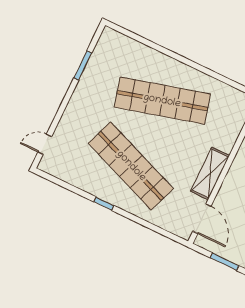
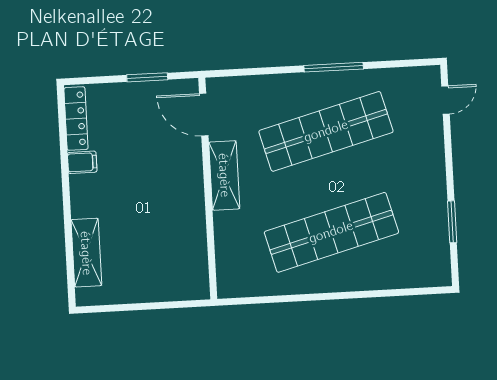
shop shelf: (131, 166) -> (326, 131), turned -36
window: (104, 204) -> (334, 67), width x2.17

